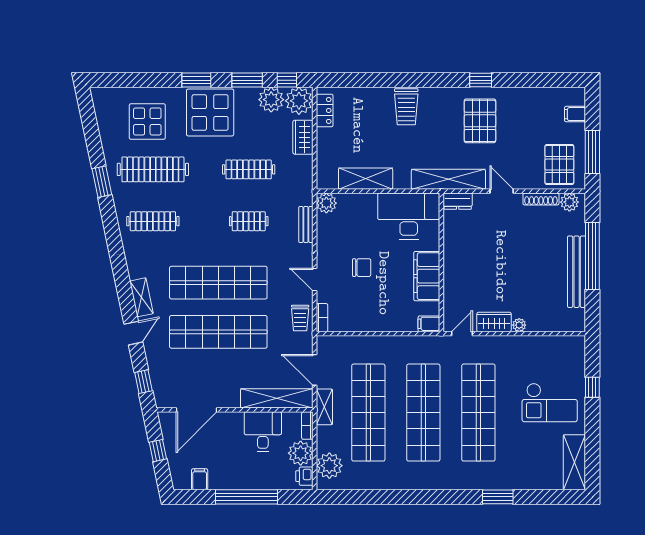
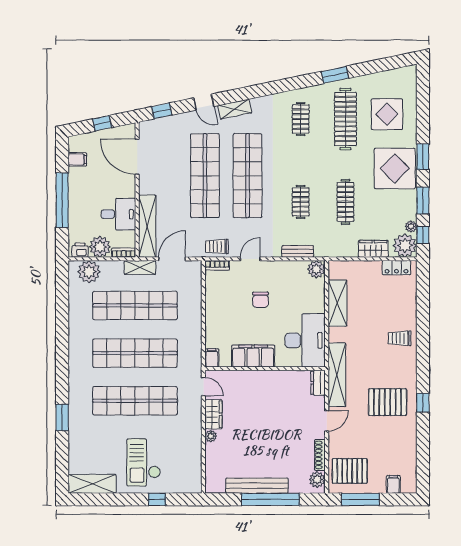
plant: (271, 100) -> (411, 226), width x0.53, depth x0.53
trolley: (406, 107) -> (400, 338), width x0.73, depth x0.72
clothes rail: (153, 221) -> (301, 119), width x0.73

